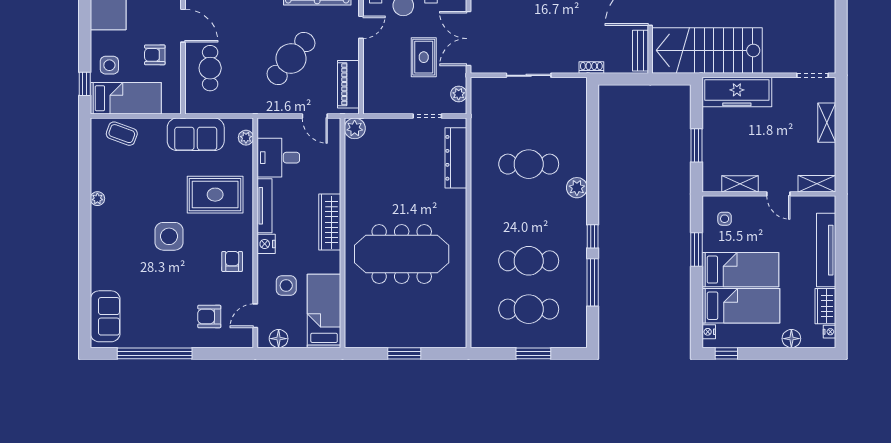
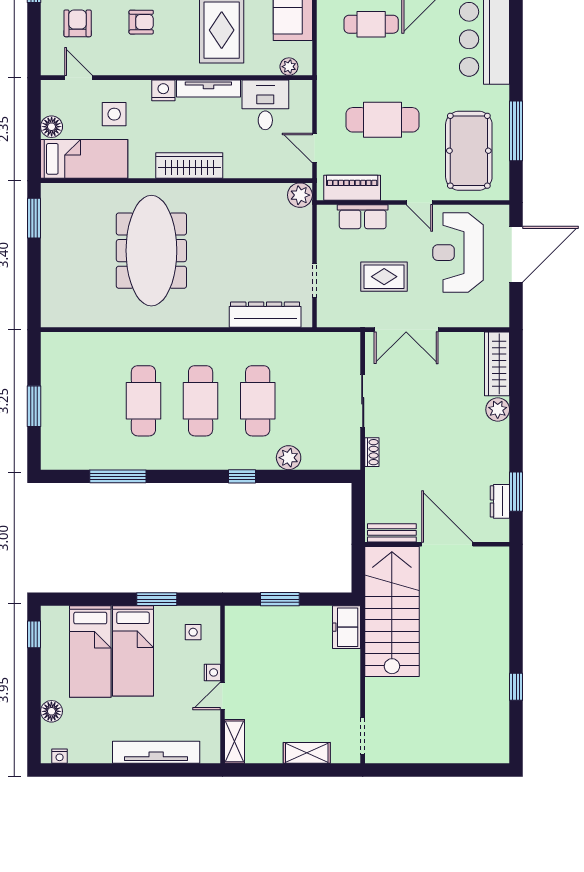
double door: (468, 39) -> (406, 330), swing flipped
cafe table: (291, 58) -> (383, 120), turned -40
shoe rack: (591, 67) -> (372, 452), moved
row of seats: (373, 75) -> (363, 217), added
freezer: (737, 92) -> (346, 627), width x0.52, depth x0.79
plant: (459, 94) -> (340, 318), removed
door: (315, 116) -> (314, 148), hinge flipped
shelving: (740, 184) -> (234, 650), removed
plant: (577, 188) -> (289, 458), moved
window: (593, 236) -> (242, 476), moved
armchair: (232, 261) -> (141, 22), moved
wardrobe: (825, 306) -> (90, 751), removed
cafe table: (529, 309) -> (201, 401), moved
nightstand: (709, 332) -> (212, 672), moved, turned 90
floor lamp: (279, 339) -> (52, 127), moved
window: (404, 353) -> (34, 218), moved

